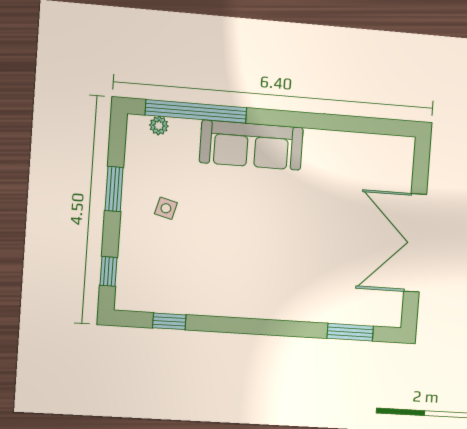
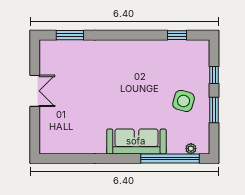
side table: (166, 208) -> (184, 101), width x1.87, depth x1.87
double door: (415, 243) -> (35, 91), width x0.54
window: (109, 271) -> (214, 75), moved

